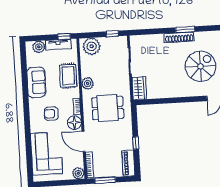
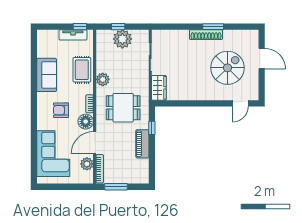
window: (112, 34) -> (118, 27), moved
plant: (92, 46) -> (122, 39), moved
plant: (39, 47) -> (51, 36), removed
door: (84, 141) -> (95, 143), hinge flipped
window: (136, 143) -> (152, 128), moved
piano: (128, 163) -> (142, 144), moved
plant: (78, 173) -> (87, 164), moved

